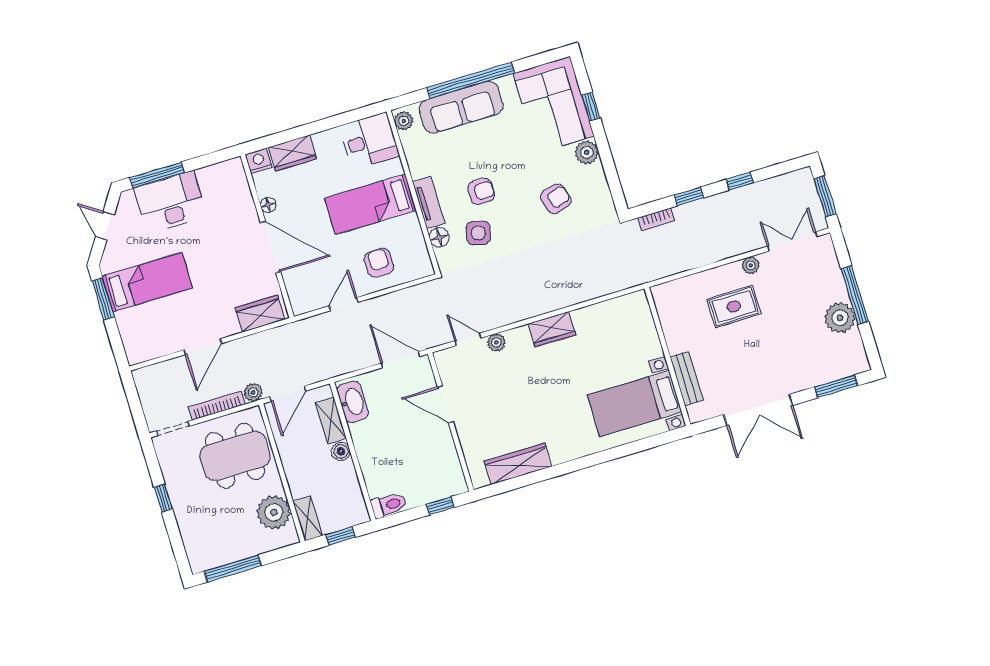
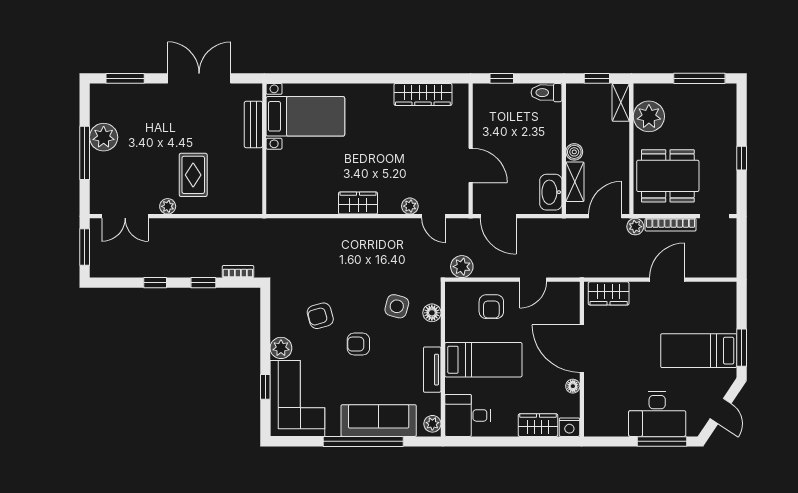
armchair: (481, 191) -> (358, 344), moved
tv unit: (429, 202) -> (432, 370), moved
plant: (423, 295) -> (462, 267), added
rug: (734, 306) -> (193, 175), turned 90

